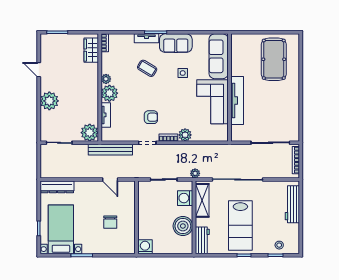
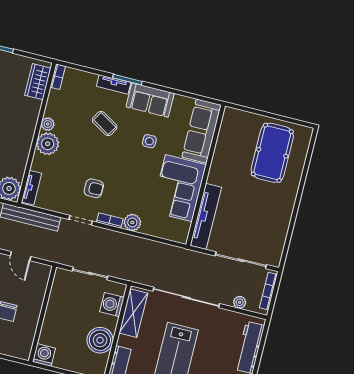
tv unit: (237, 101) -> (206, 216), moved
tv unit: (106, 115) -> (32, 188), moved
plant: (195, 173) -> (240, 302), moved

